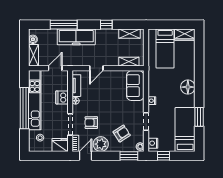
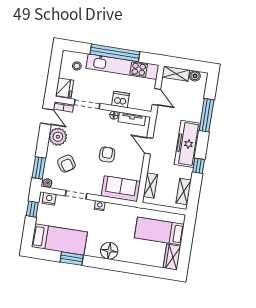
freezer: (76, 37) -> (187, 144), moved
armchair: (91, 123) -> (107, 155), moved

